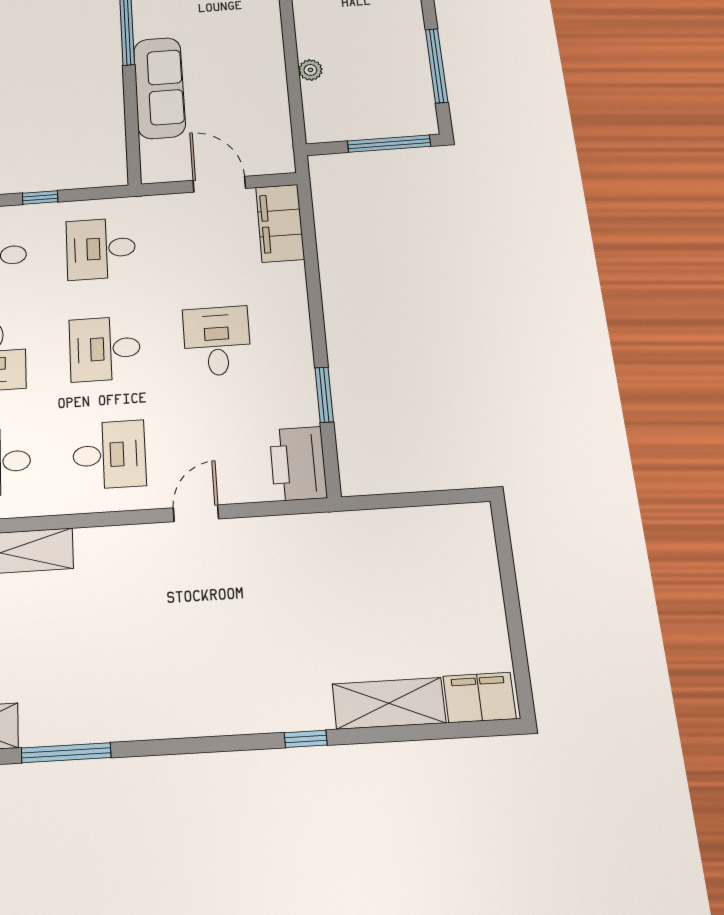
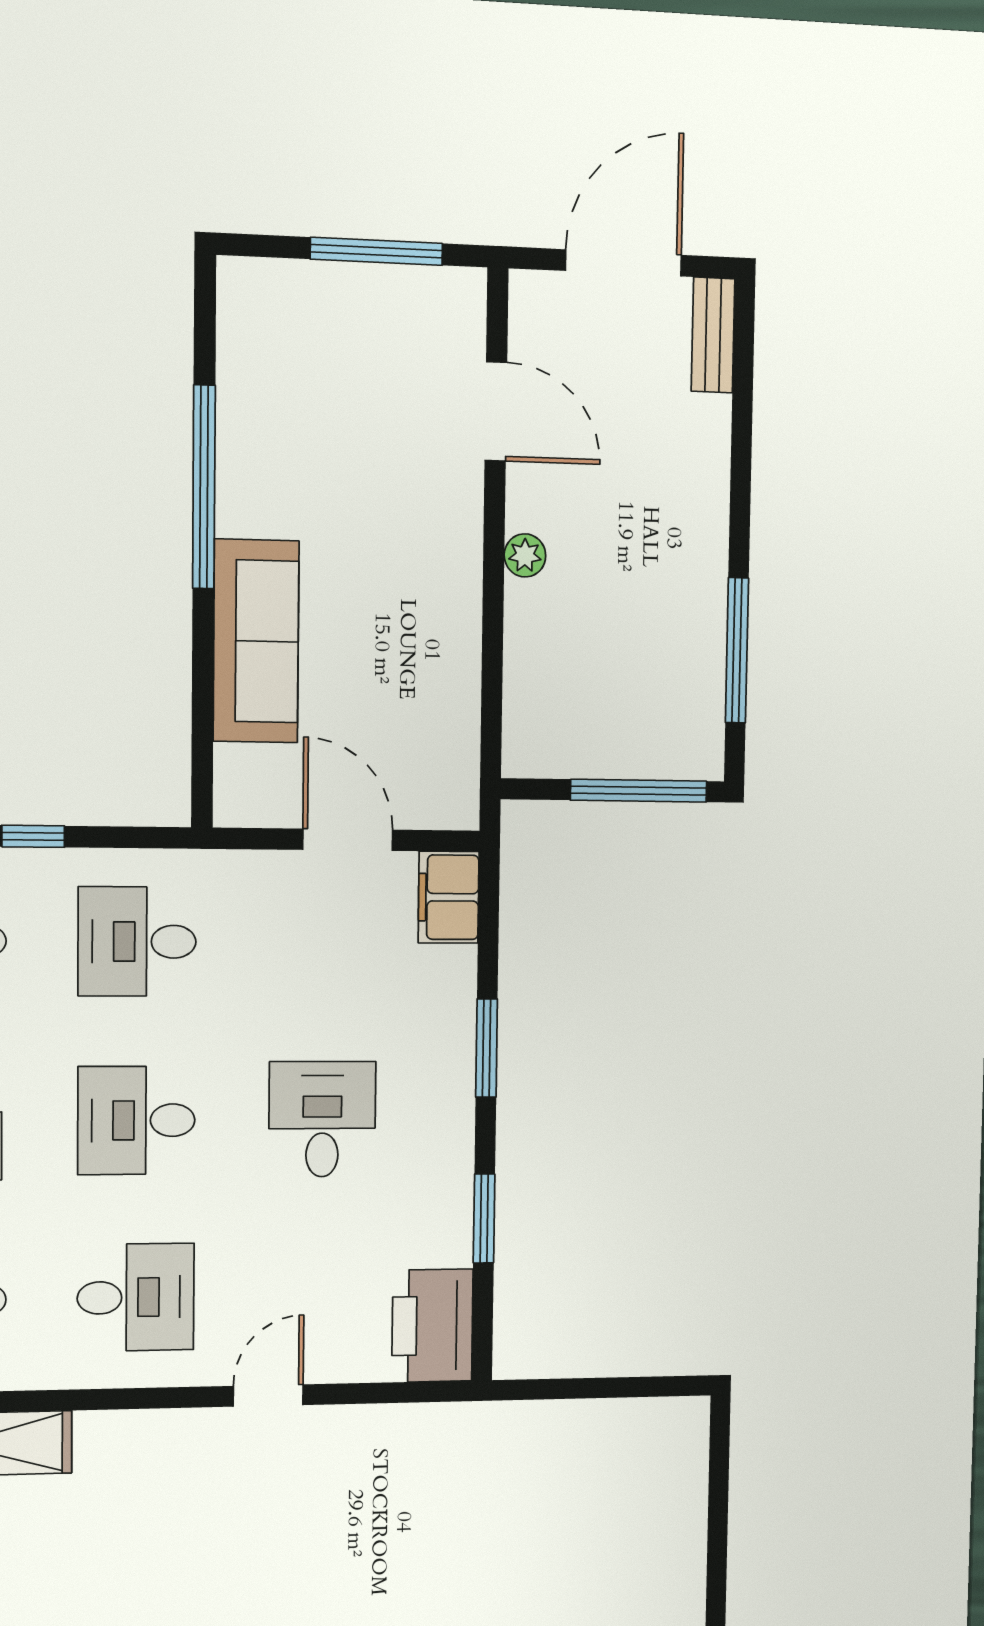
plant: (310, 70) -> (525, 555), moved
filing cabinet: (280, 223) -> (449, 897), width x0.67, depth x0.86
window: (314, 293) -> (487, 1048), added

